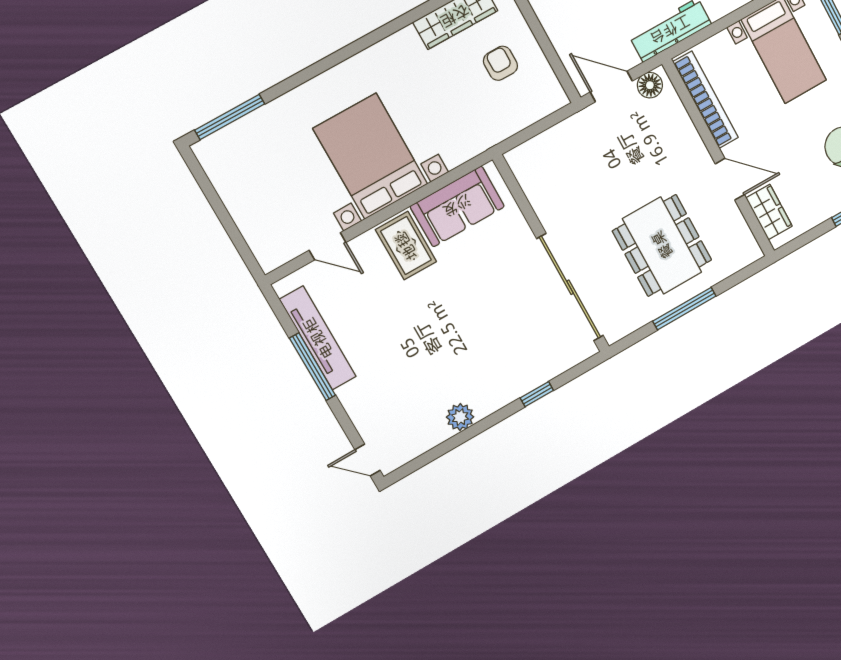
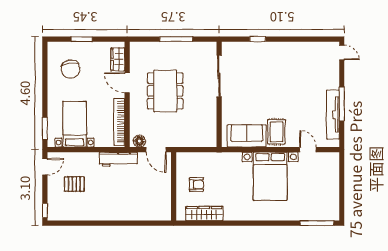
armchair: (500, 63) -> (196, 184), turned -90
dining table: (662, 245) -> (165, 91), moved
sliding door: (570, 287) -> (219, 76), width x0.73
plant: (460, 417) -> (294, 48), removed

